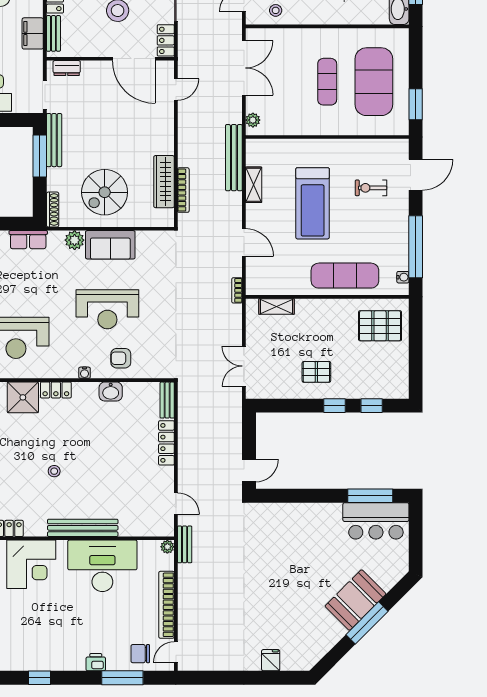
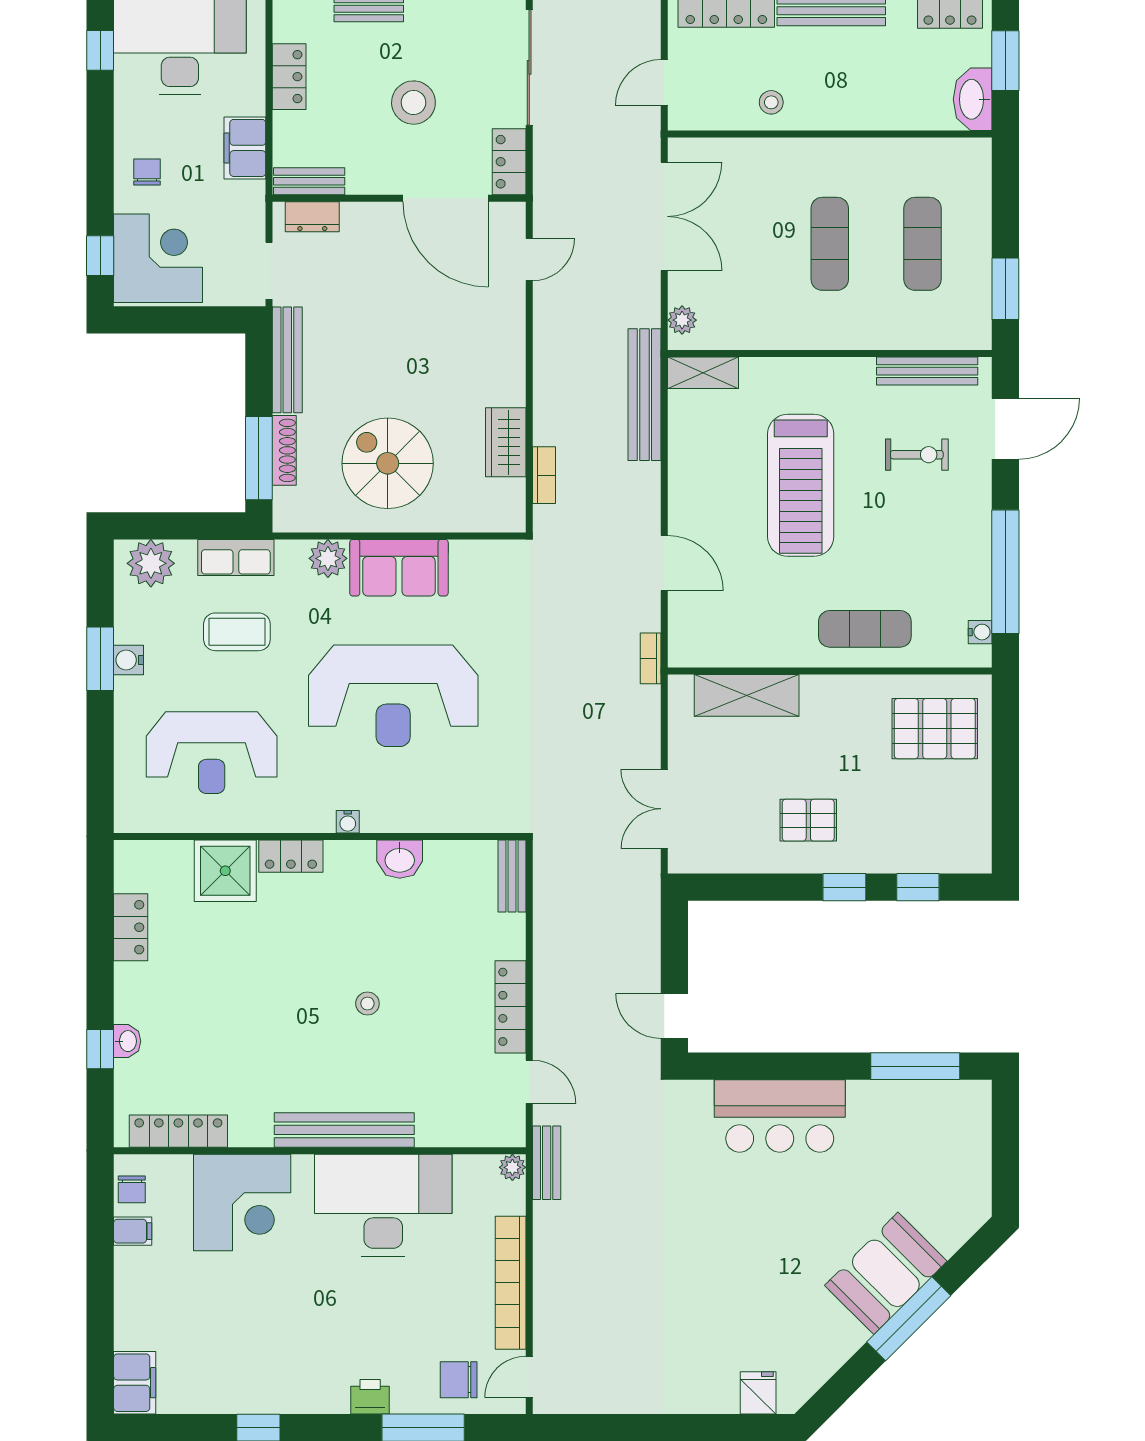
stool: (276, 10) -> (771, 102), moved
bench: (53, 33) -> (309, 181), moved, turned 90
exercise mat: (374, 82) -> (922, 244), width x0.50, depth x0.69
bench: (376, 146) -> (927, 371), added
window: (40, 156) -> (259, 458), moved
wardrobe: (164, 182) -> (506, 442), width x0.67
shelving: (254, 185) -> (703, 373), moved, turned 90
exercise bike: (371, 188) -> (917, 455), turned 180
bookcase: (183, 190) -> (544, 475), width x0.64
spiral stairs: (105, 192) -> (388, 463), turned 90
shoe rack: (53, 210) -> (284, 450), moved
exercise mat: (345, 276) -> (865, 629), width x0.73, depth x0.69
coffee table: (29, 277) -> (237, 632), added
shelving: (277, 306) -> (747, 695), width x1.50, depth x1.33
reception desk: (107, 309) -> (393, 696), width x1.36, depth x1.30
armchair: (121, 358) -> (420, 793), removed
locker: (166, 443) -> (510, 1007), moved
door: (249, 470) -> (674, 1016), swing flipped
stool: (54, 471) -> (367, 1004), moved
bar counter: (376, 521) -> (780, 1116), moved
fridge: (271, 660) -> (758, 1393), moved

